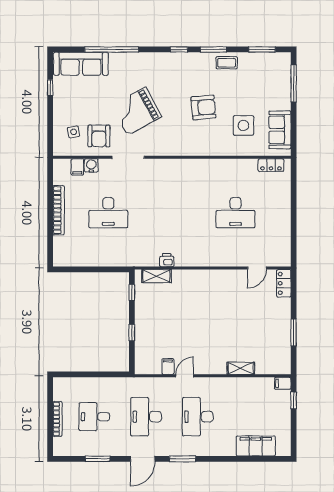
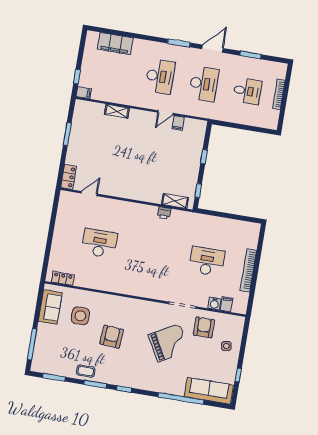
armchair: (203, 107) -> (112, 337), turned 99
side table: (74, 132) -> (226, 346), moved

